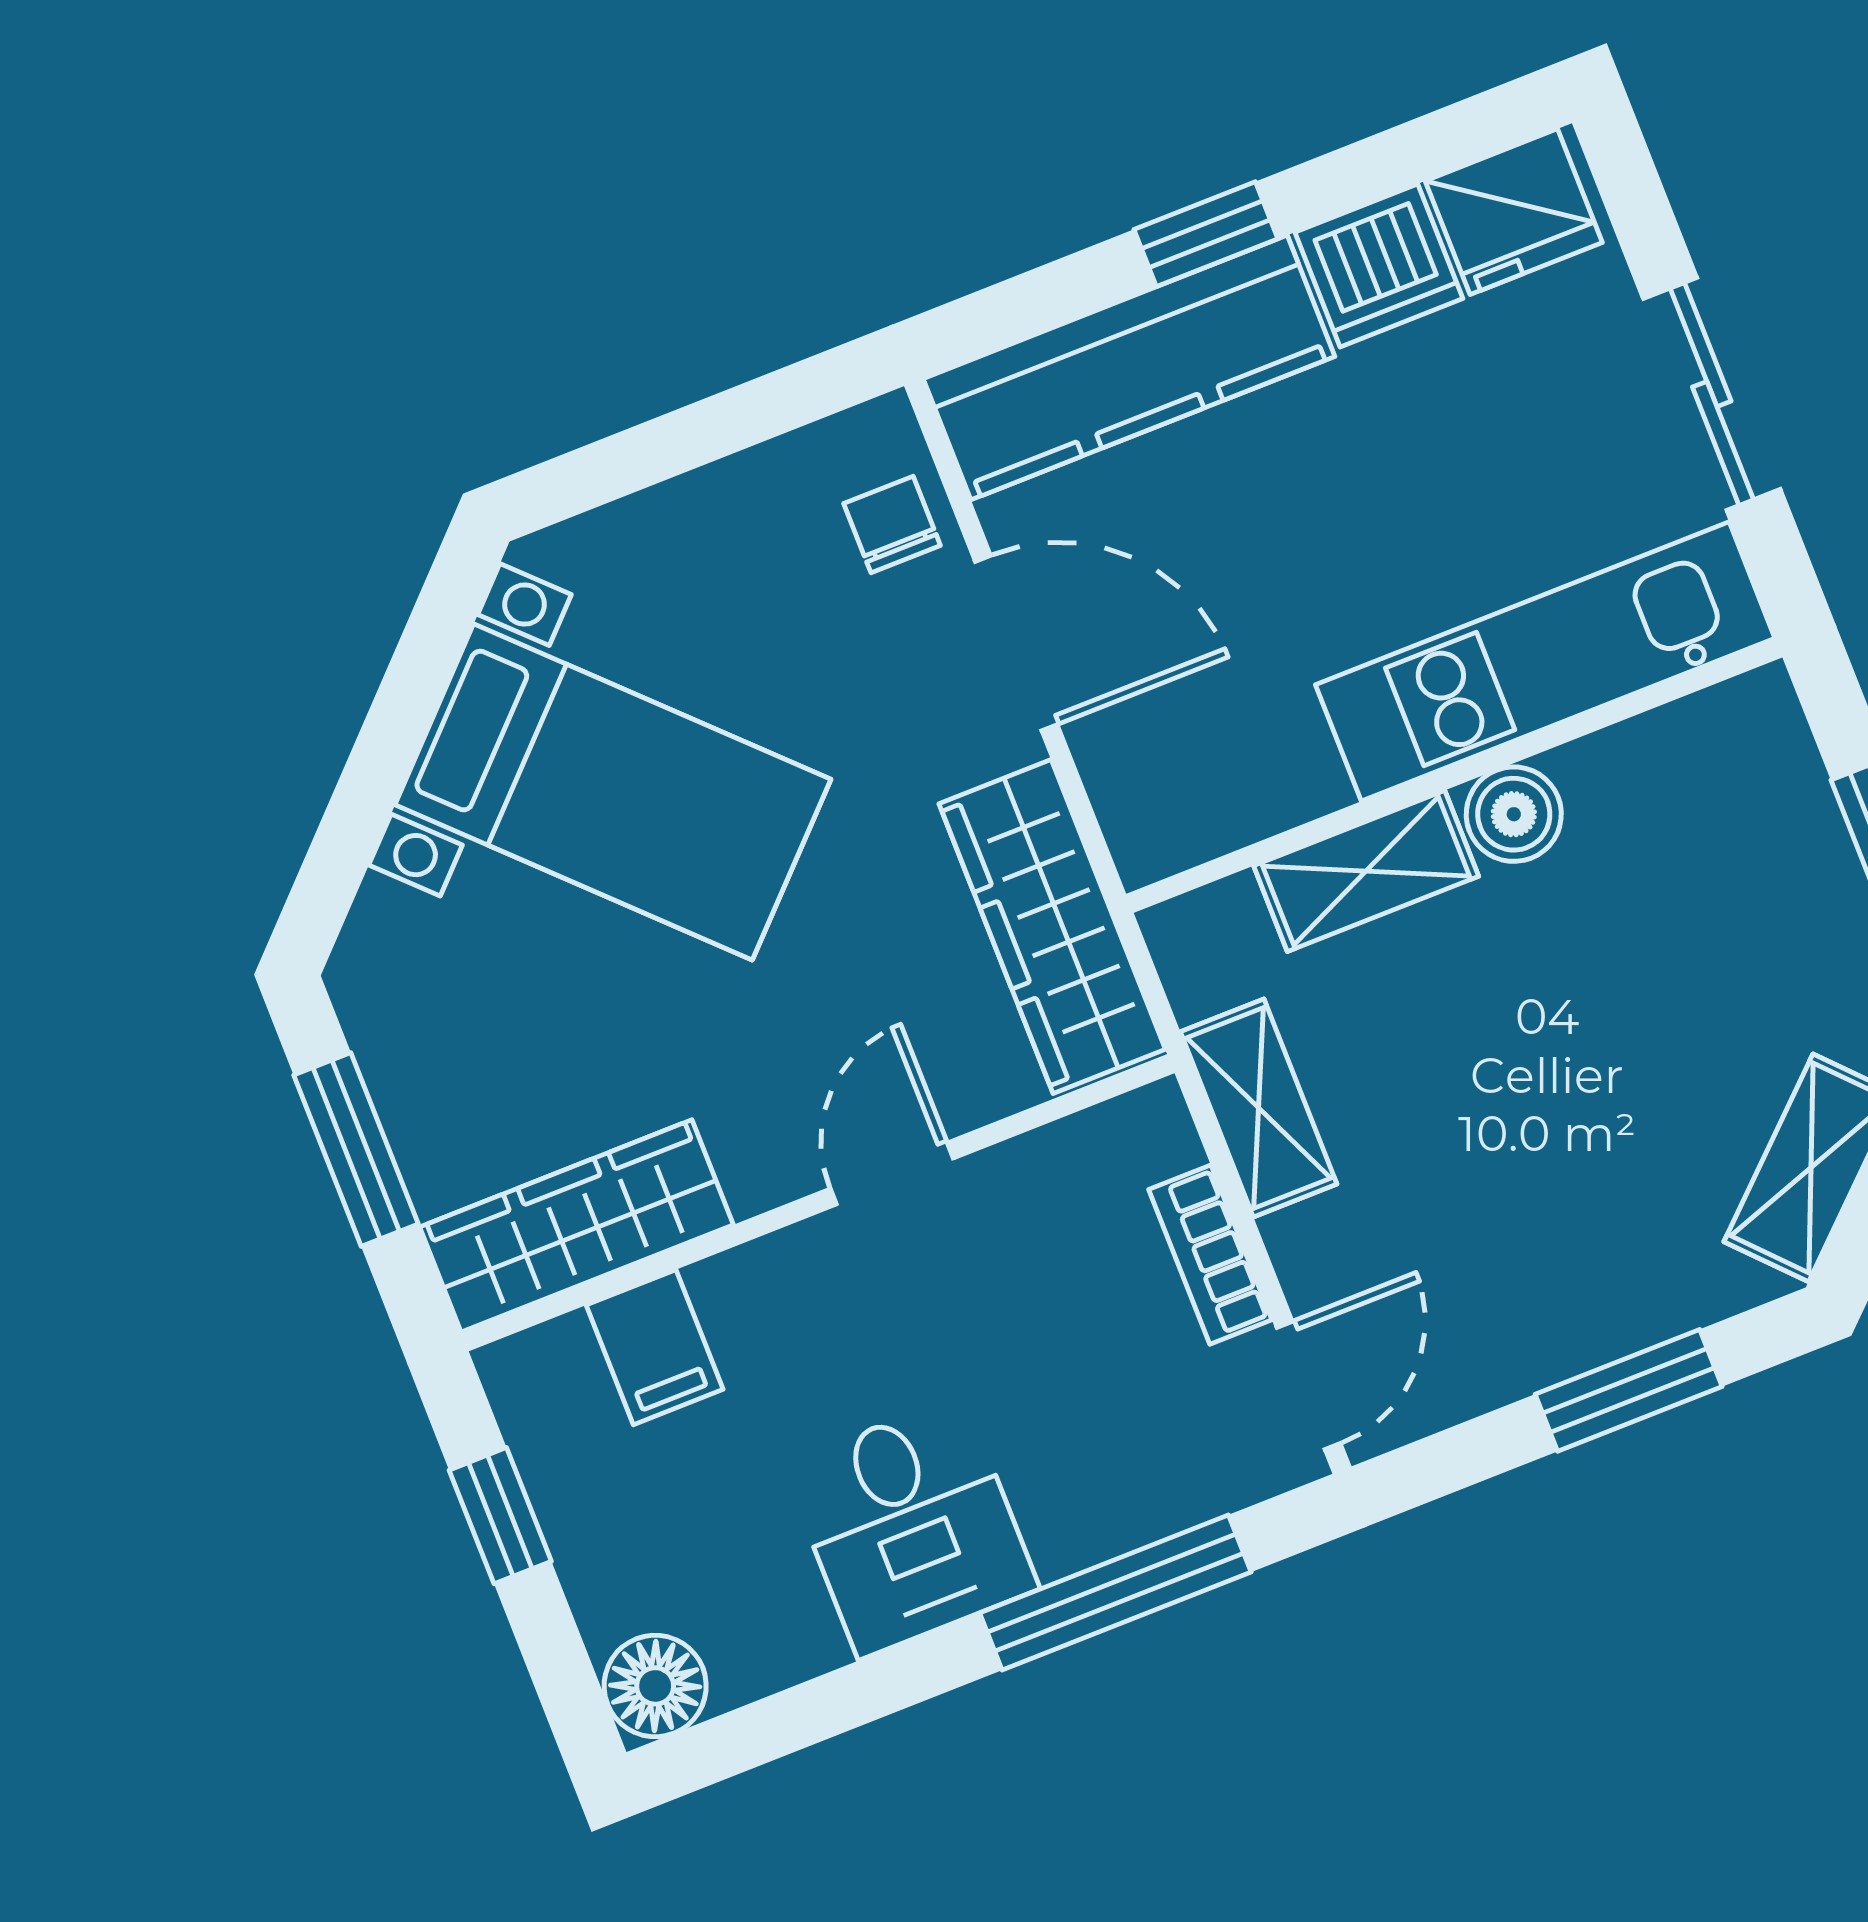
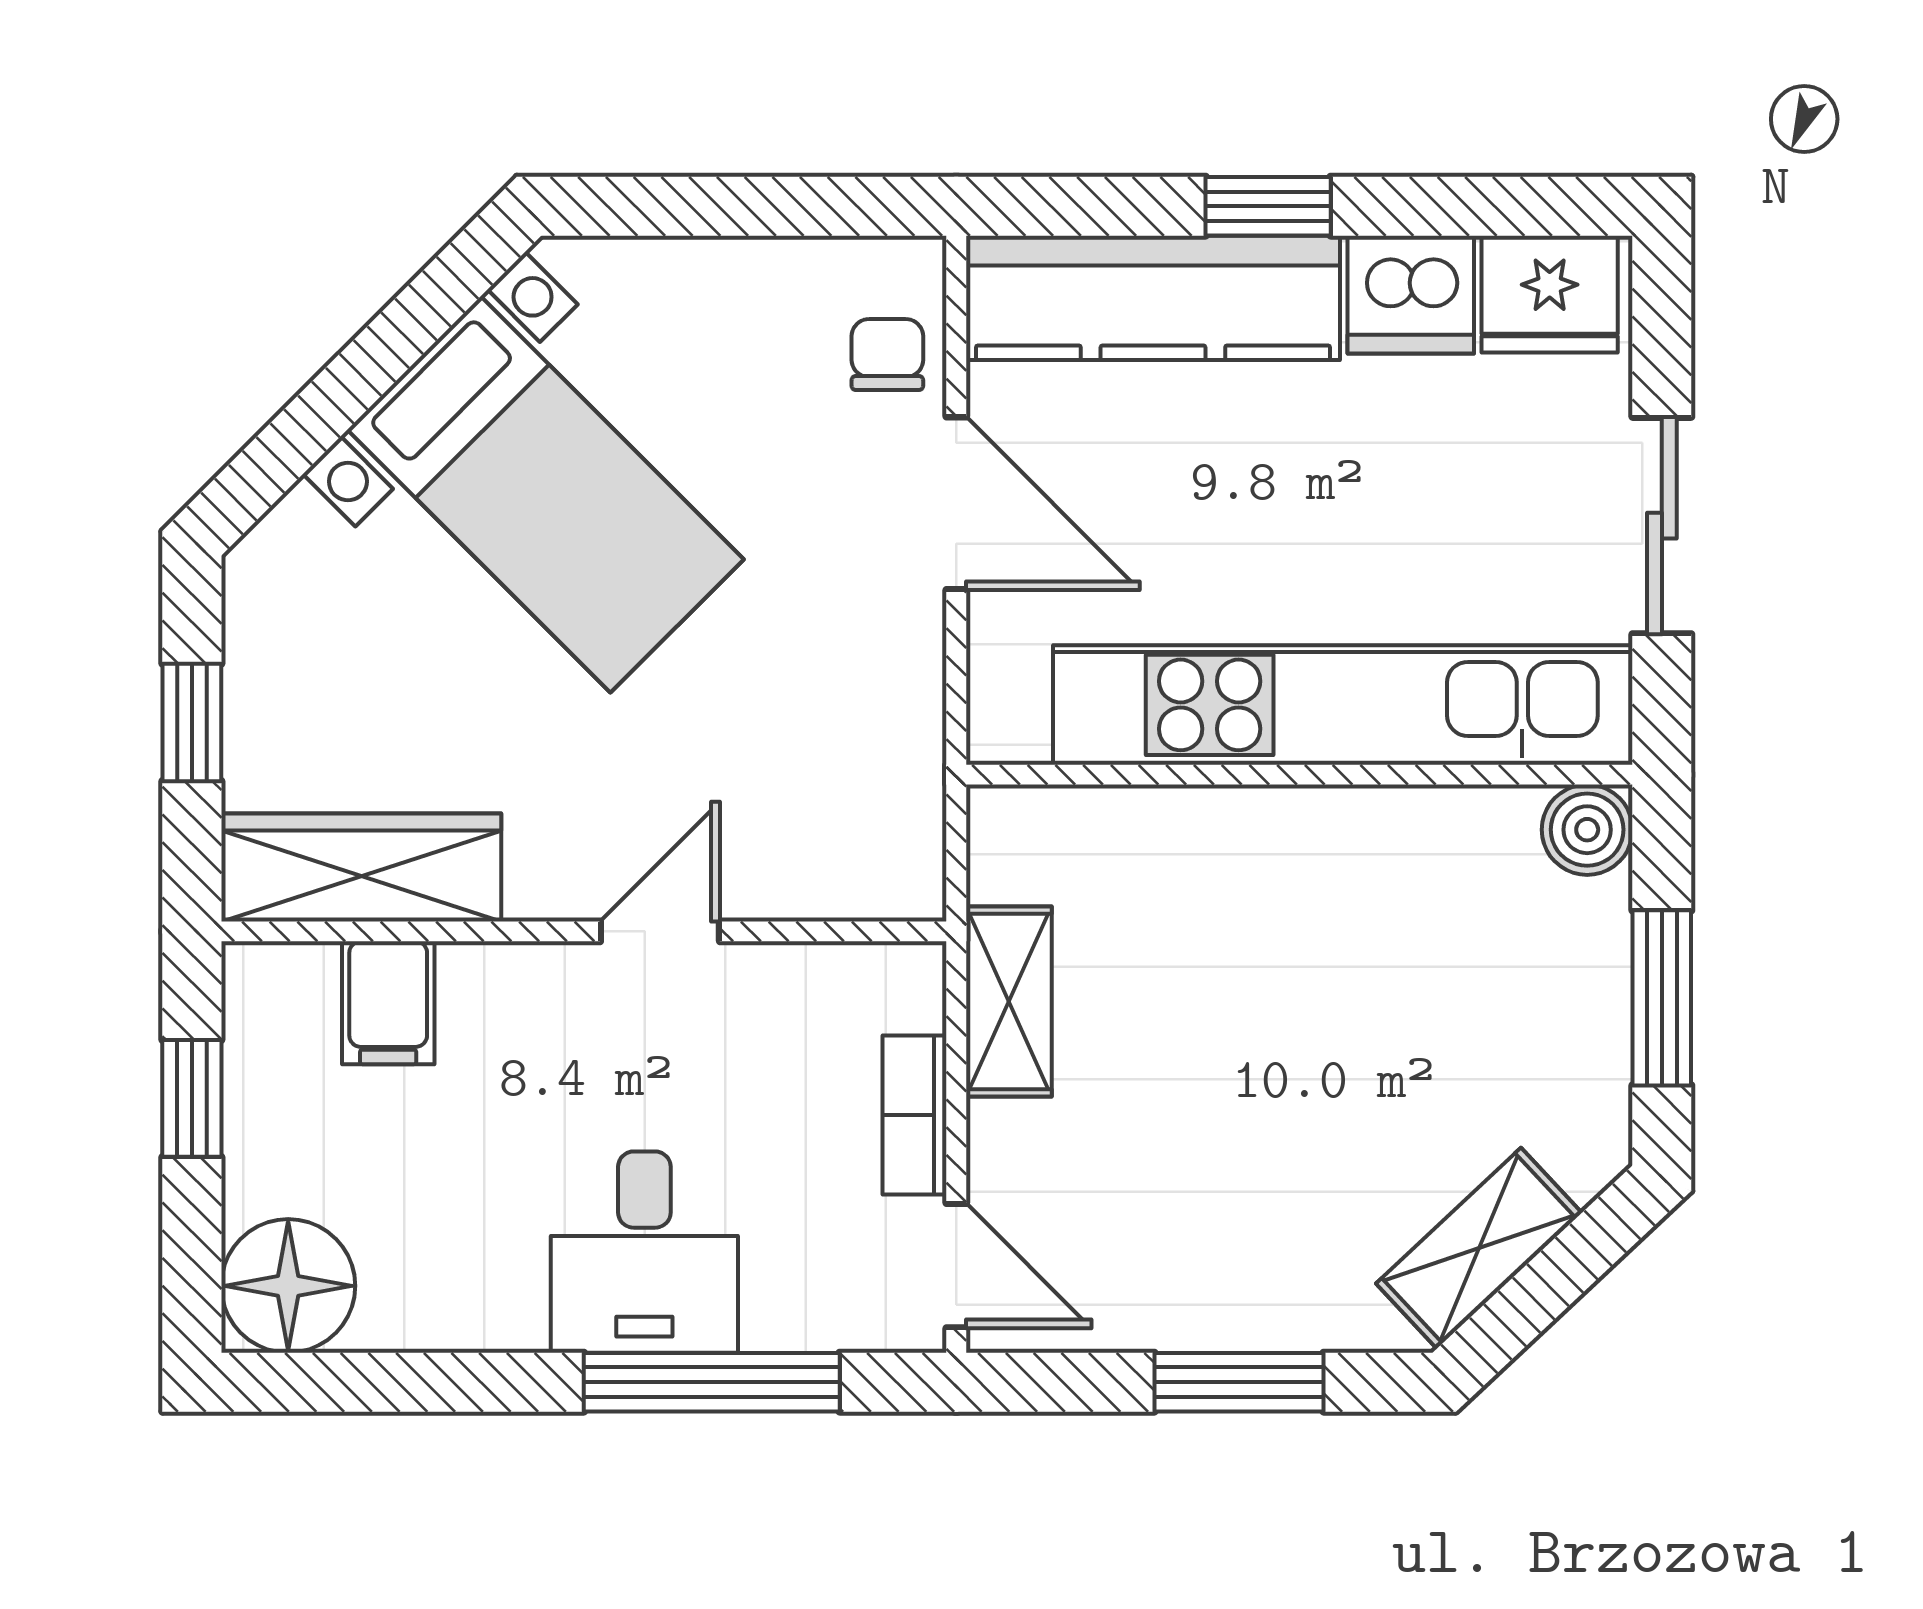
kitchen unit: (1545, 661) -> (1343, 705), width x1.36
boiler: (1514, 814) -> (1587, 830), moved
shelving: (1366, 871) -> (1187, 829), removed
wardrobe: (1052, 926) -> (889, 768), removed
window: (356, 1150) -> (192, 722), width x0.67
door: (1309, 1385) -> (956, 1266), hinge flipped
desk: (911, 1527) -> (644, 1252), moved
floor lamp: (655, 1686) -> (288, 1286), width x1.38, depth x1.38

